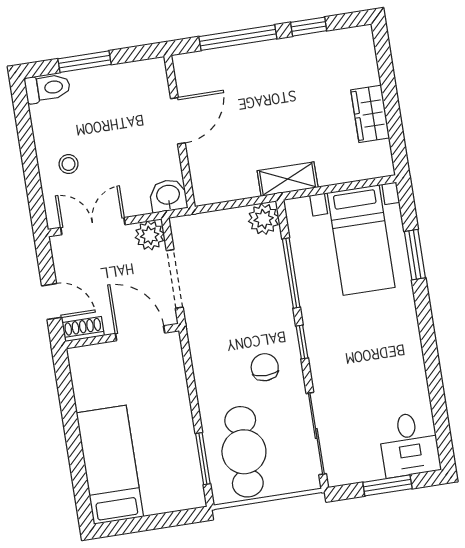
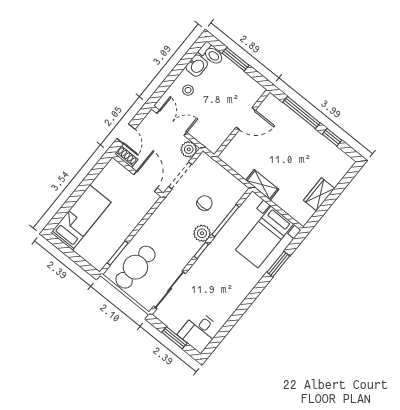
washbasin: (168, 196) -> (197, 66), moved, turned 90
plant: (264, 219) -> (202, 233), moved
chair: (265, 367) -> (205, 203), moved

